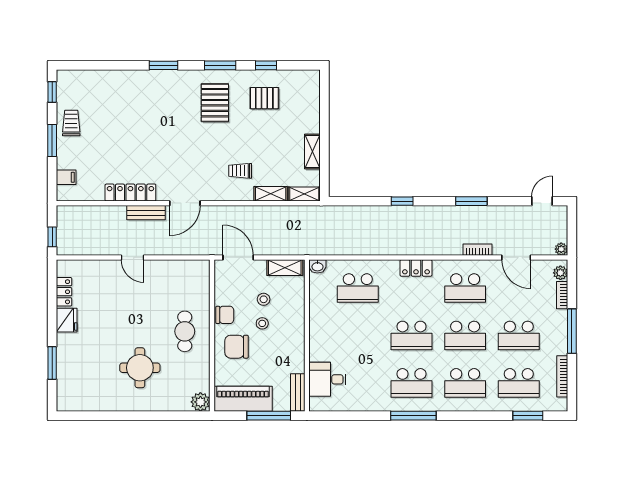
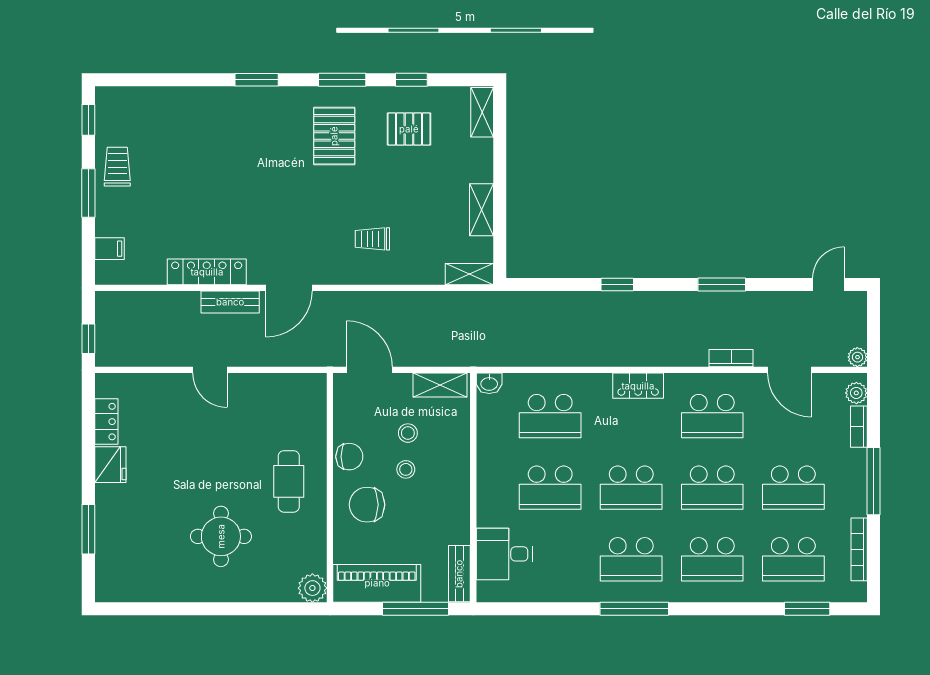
shelving: (271, 194) -> (482, 112), moved, turned 90
school desk: (358, 335) -> (550, 488), added

